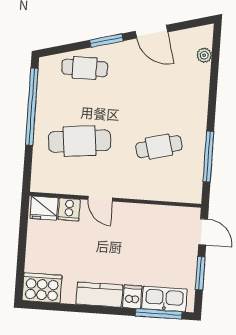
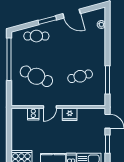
cafe table: (80, 141) -> (36, 76), turned 30
door: (100, 199) -> (50, 107), hinge flipped
fridge: (44, 208) -> (70, 114), moved

